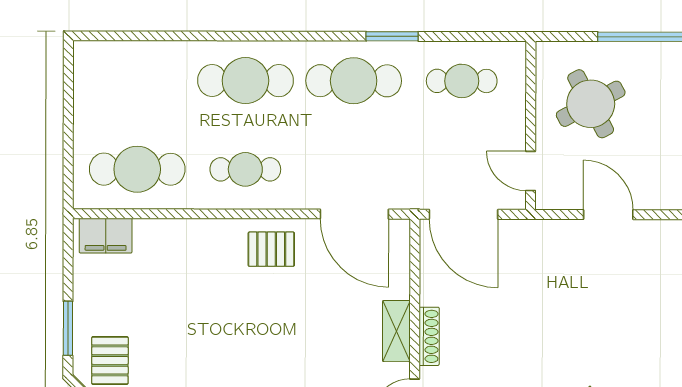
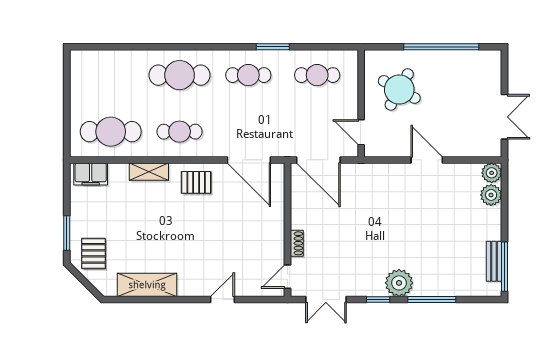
cafe table: (354, 81) -> (248, 75), width x0.73, depth x0.74
round table: (591, 104) -> (399, 89), turned -33
door: (608, 215) -> (427, 160), moved
shelving: (396, 331) -> (149, 172), moved, turned 90
shoe rack: (429, 336) -> (297, 243), width x0.70

